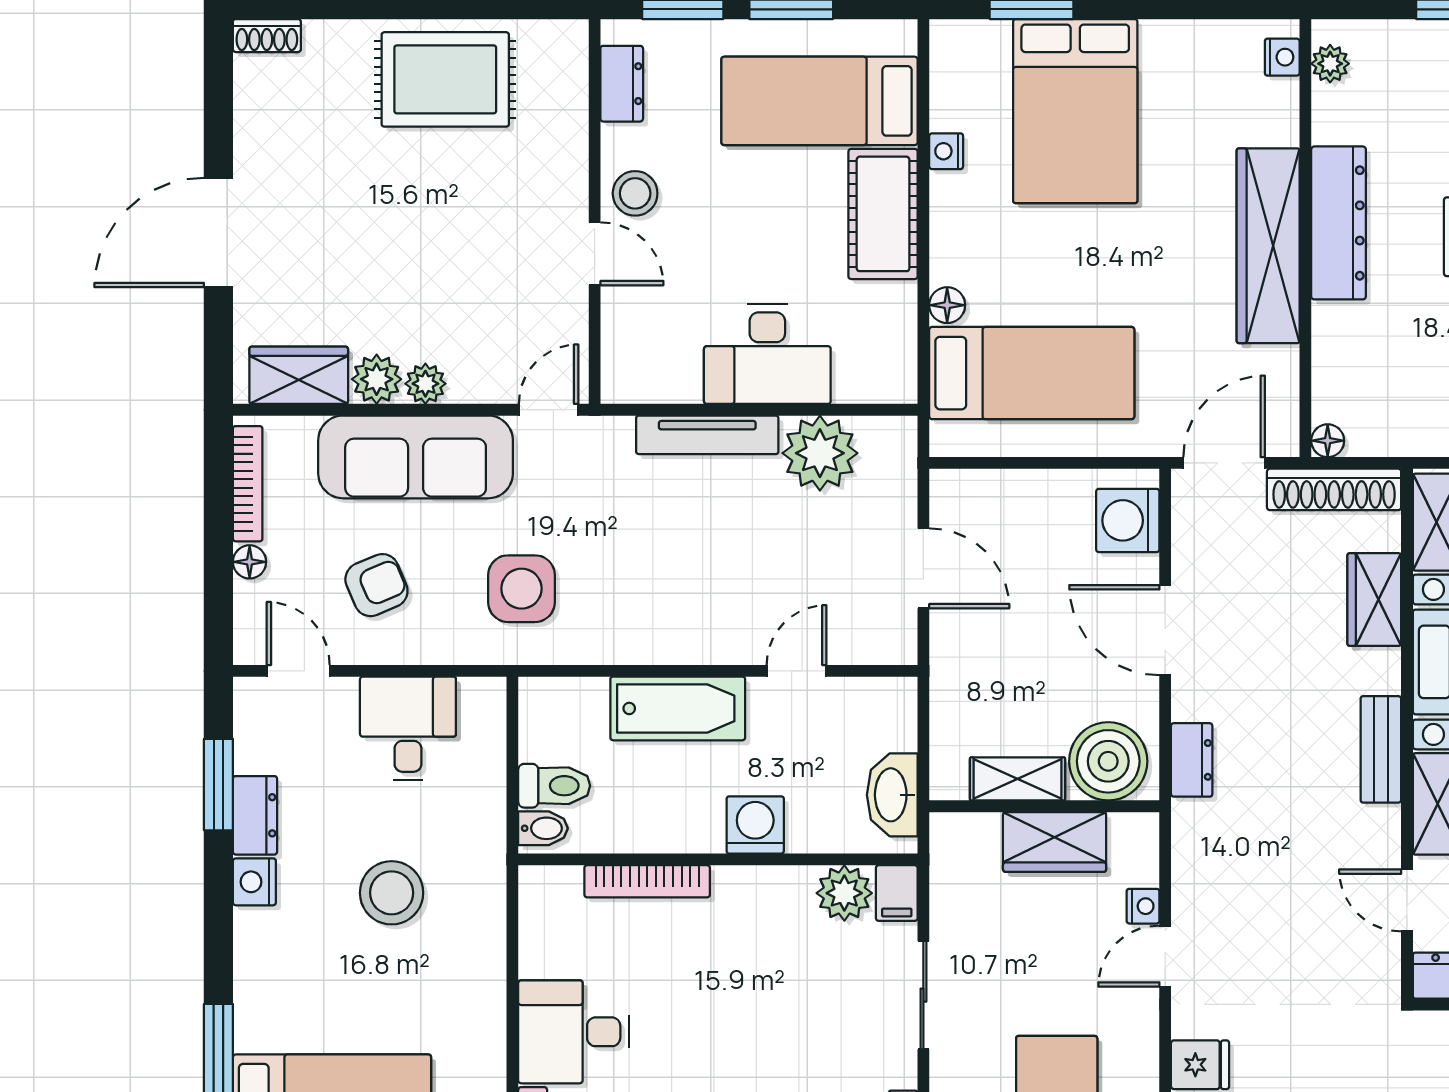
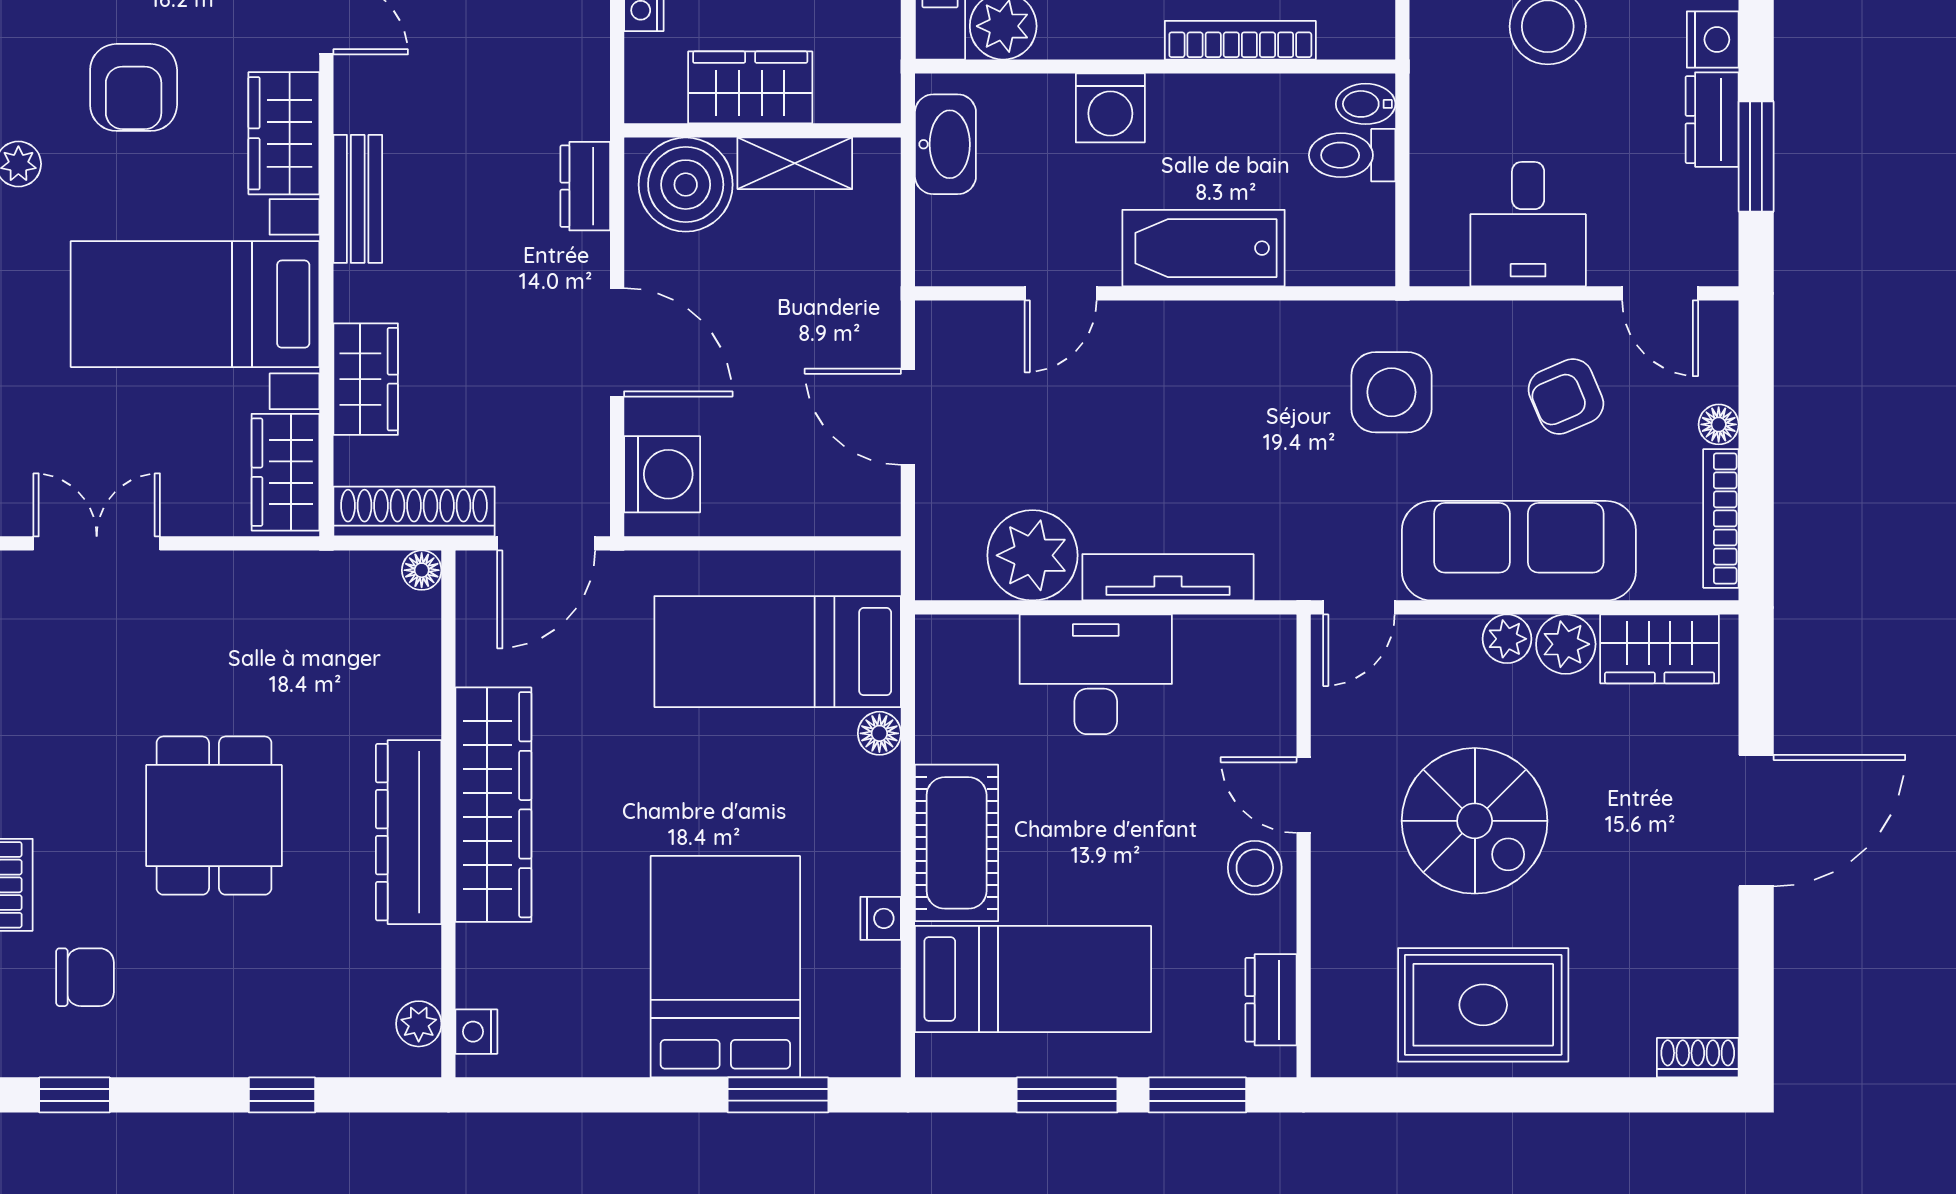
spiral stairs: (452, 232) -> (1475, 821), added

